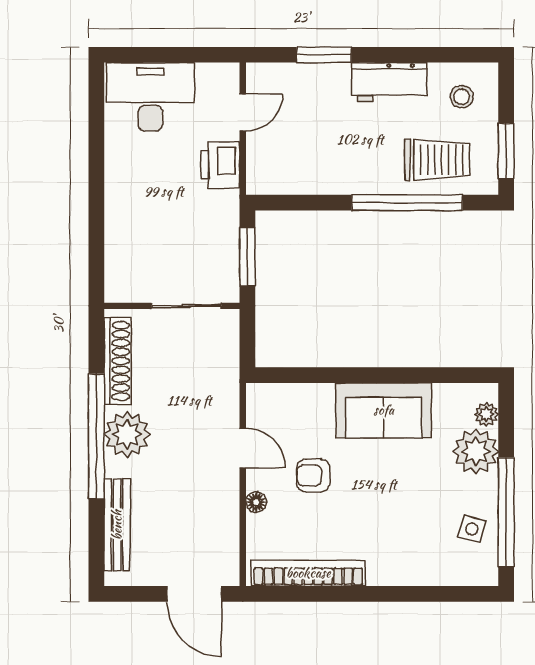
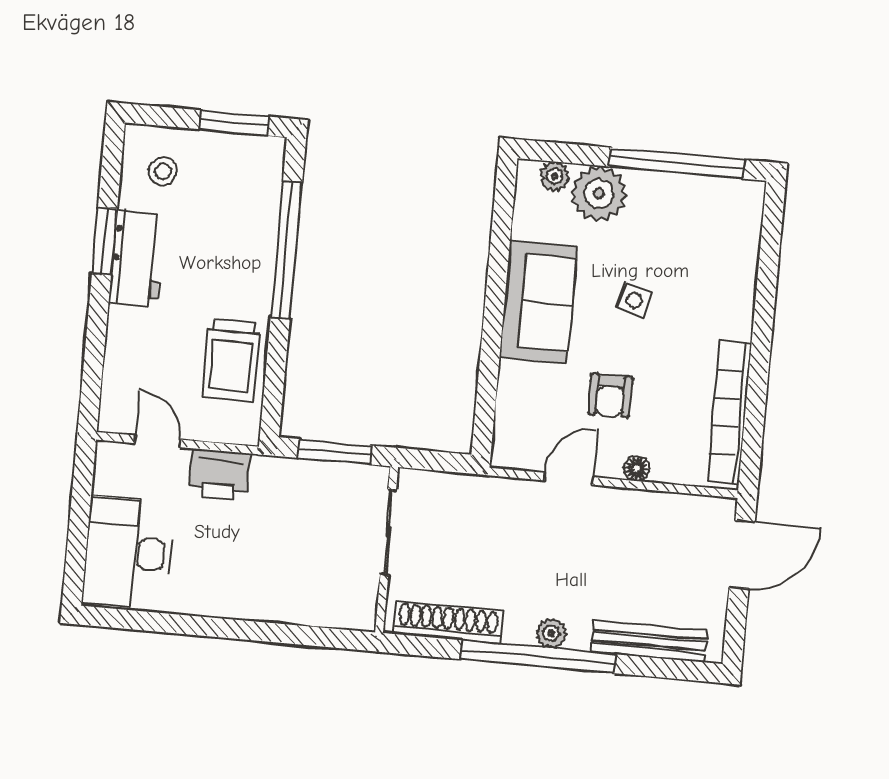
window: (324, 55) -> (105, 241), moved
trolley: (437, 160) -> (231, 360), moved, turned 180
plant: (127, 434) -> (551, 633), width x0.53, depth x0.53
side table: (472, 529) -> (634, 300), moved

